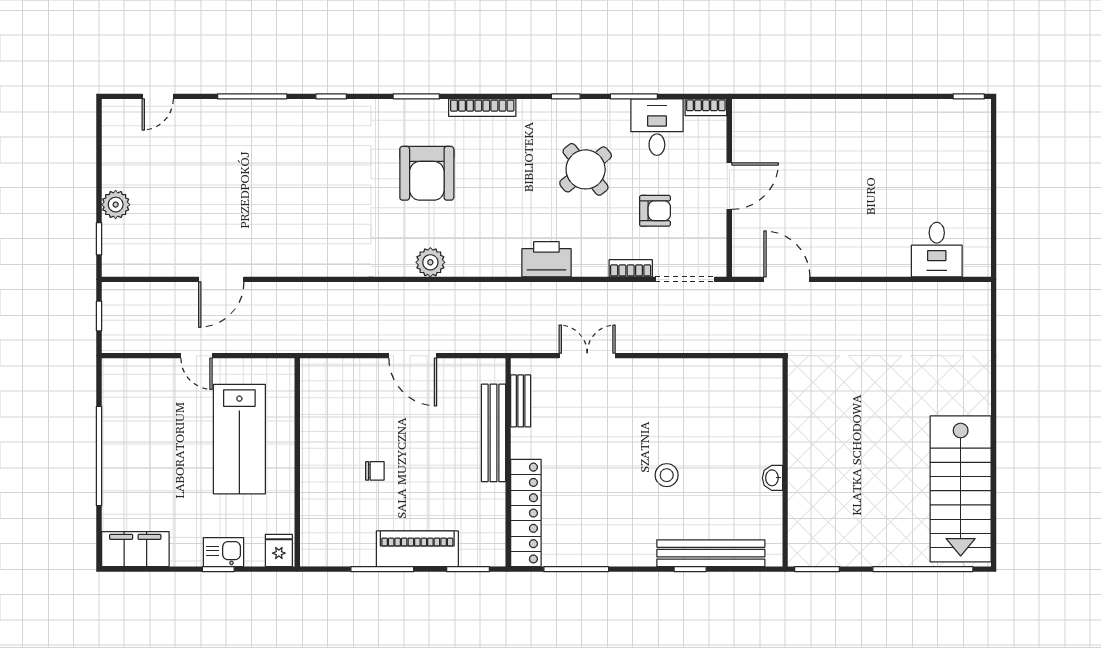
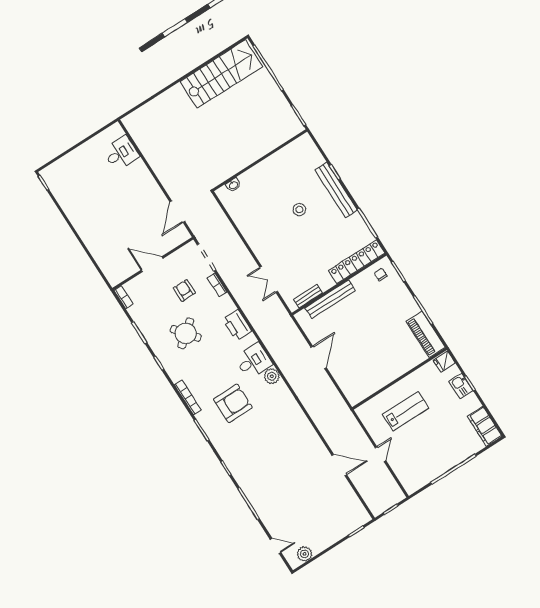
desk: (657, 127) -> (253, 361), moved, turned 180
plant: (116, 205) -> (305, 554), moved
lab bench: (239, 439) -> (406, 411), width x0.73, depth x0.72
chair: (375, 471) -> (381, 275), moved
washbasin: (773, 478) -> (233, 185), moved
piano: (417, 549) -> (426, 334), moved
bench: (711, 553) -> (336, 190), moved

